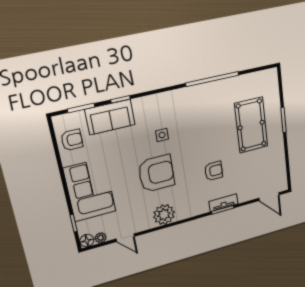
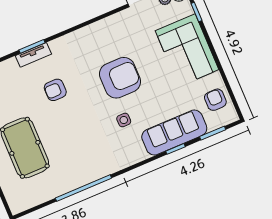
sofa: (110, 117) -> (174, 133), width x1.36
armchair: (72, 140) -> (215, 100), turned 90
armchair: (156, 173) -> (120, 78), turned 180
plant: (164, 215) -> (100, 33), removed

